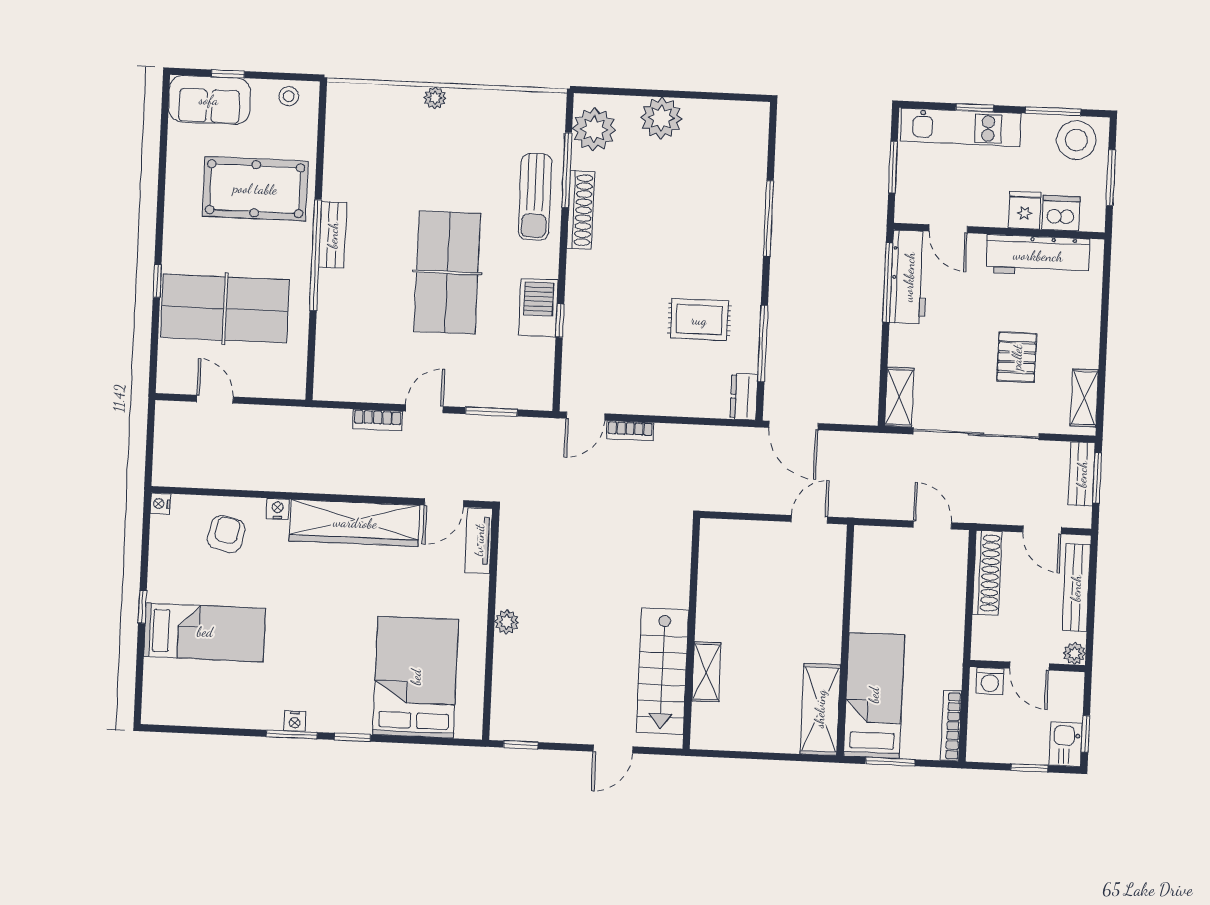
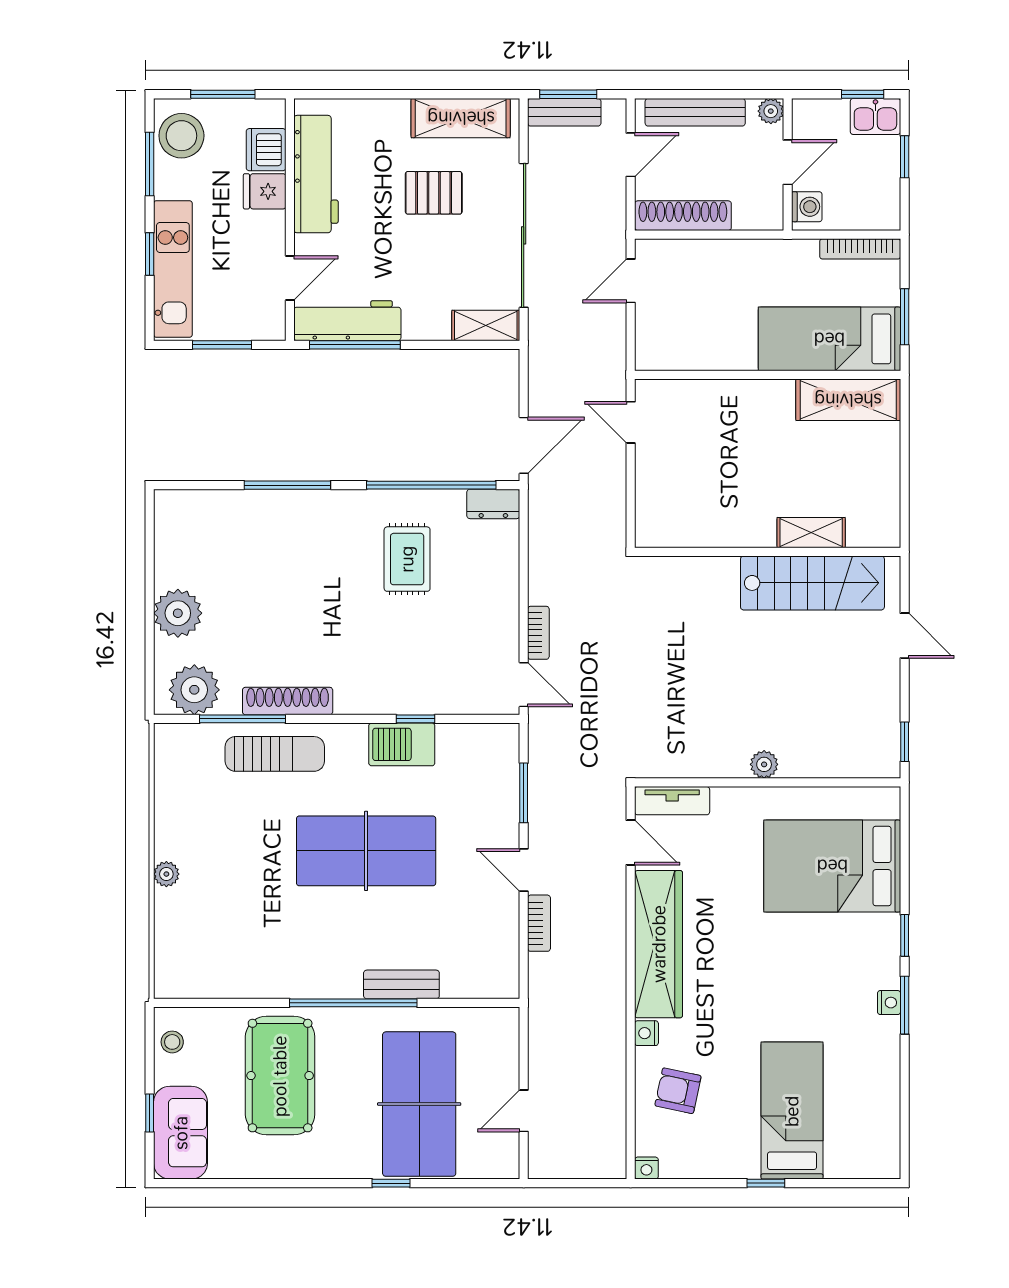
bench: (333, 235) -> (401, 984), moved
window: (763, 343) -> (431, 485), width x1.46
shelving: (1084, 398) -> (461, 118), width x1.50, depth x1.33

